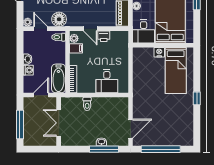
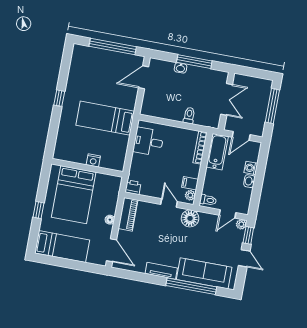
window: (20, 14) -> (248, 235), added
floor lamp: (59, 19) -> (190, 218), moved
door: (40, 29) -> (227, 214), hinge flipped
desk: (144, 31) -> (107, 188), removed
printer: (104, 36) -> (133, 187), moved
bed: (176, 71) -> (105, 118), moved, turned -90
desk: (107, 81) -> (148, 142), moved, turned -90
window: (104, 149) -> (194, 62), moved

